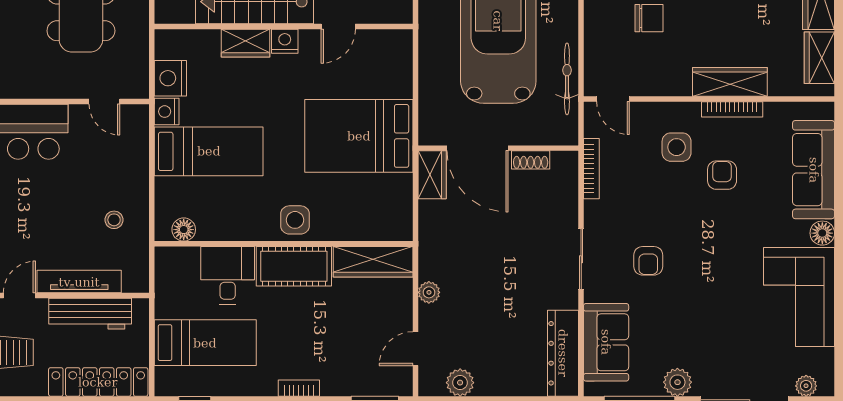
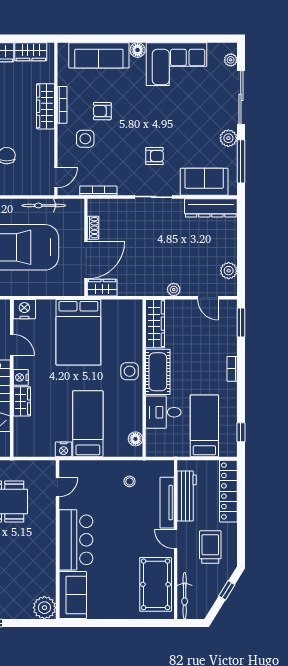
nightstand: (170, 78) -> (24, 309), moved, turned 180

